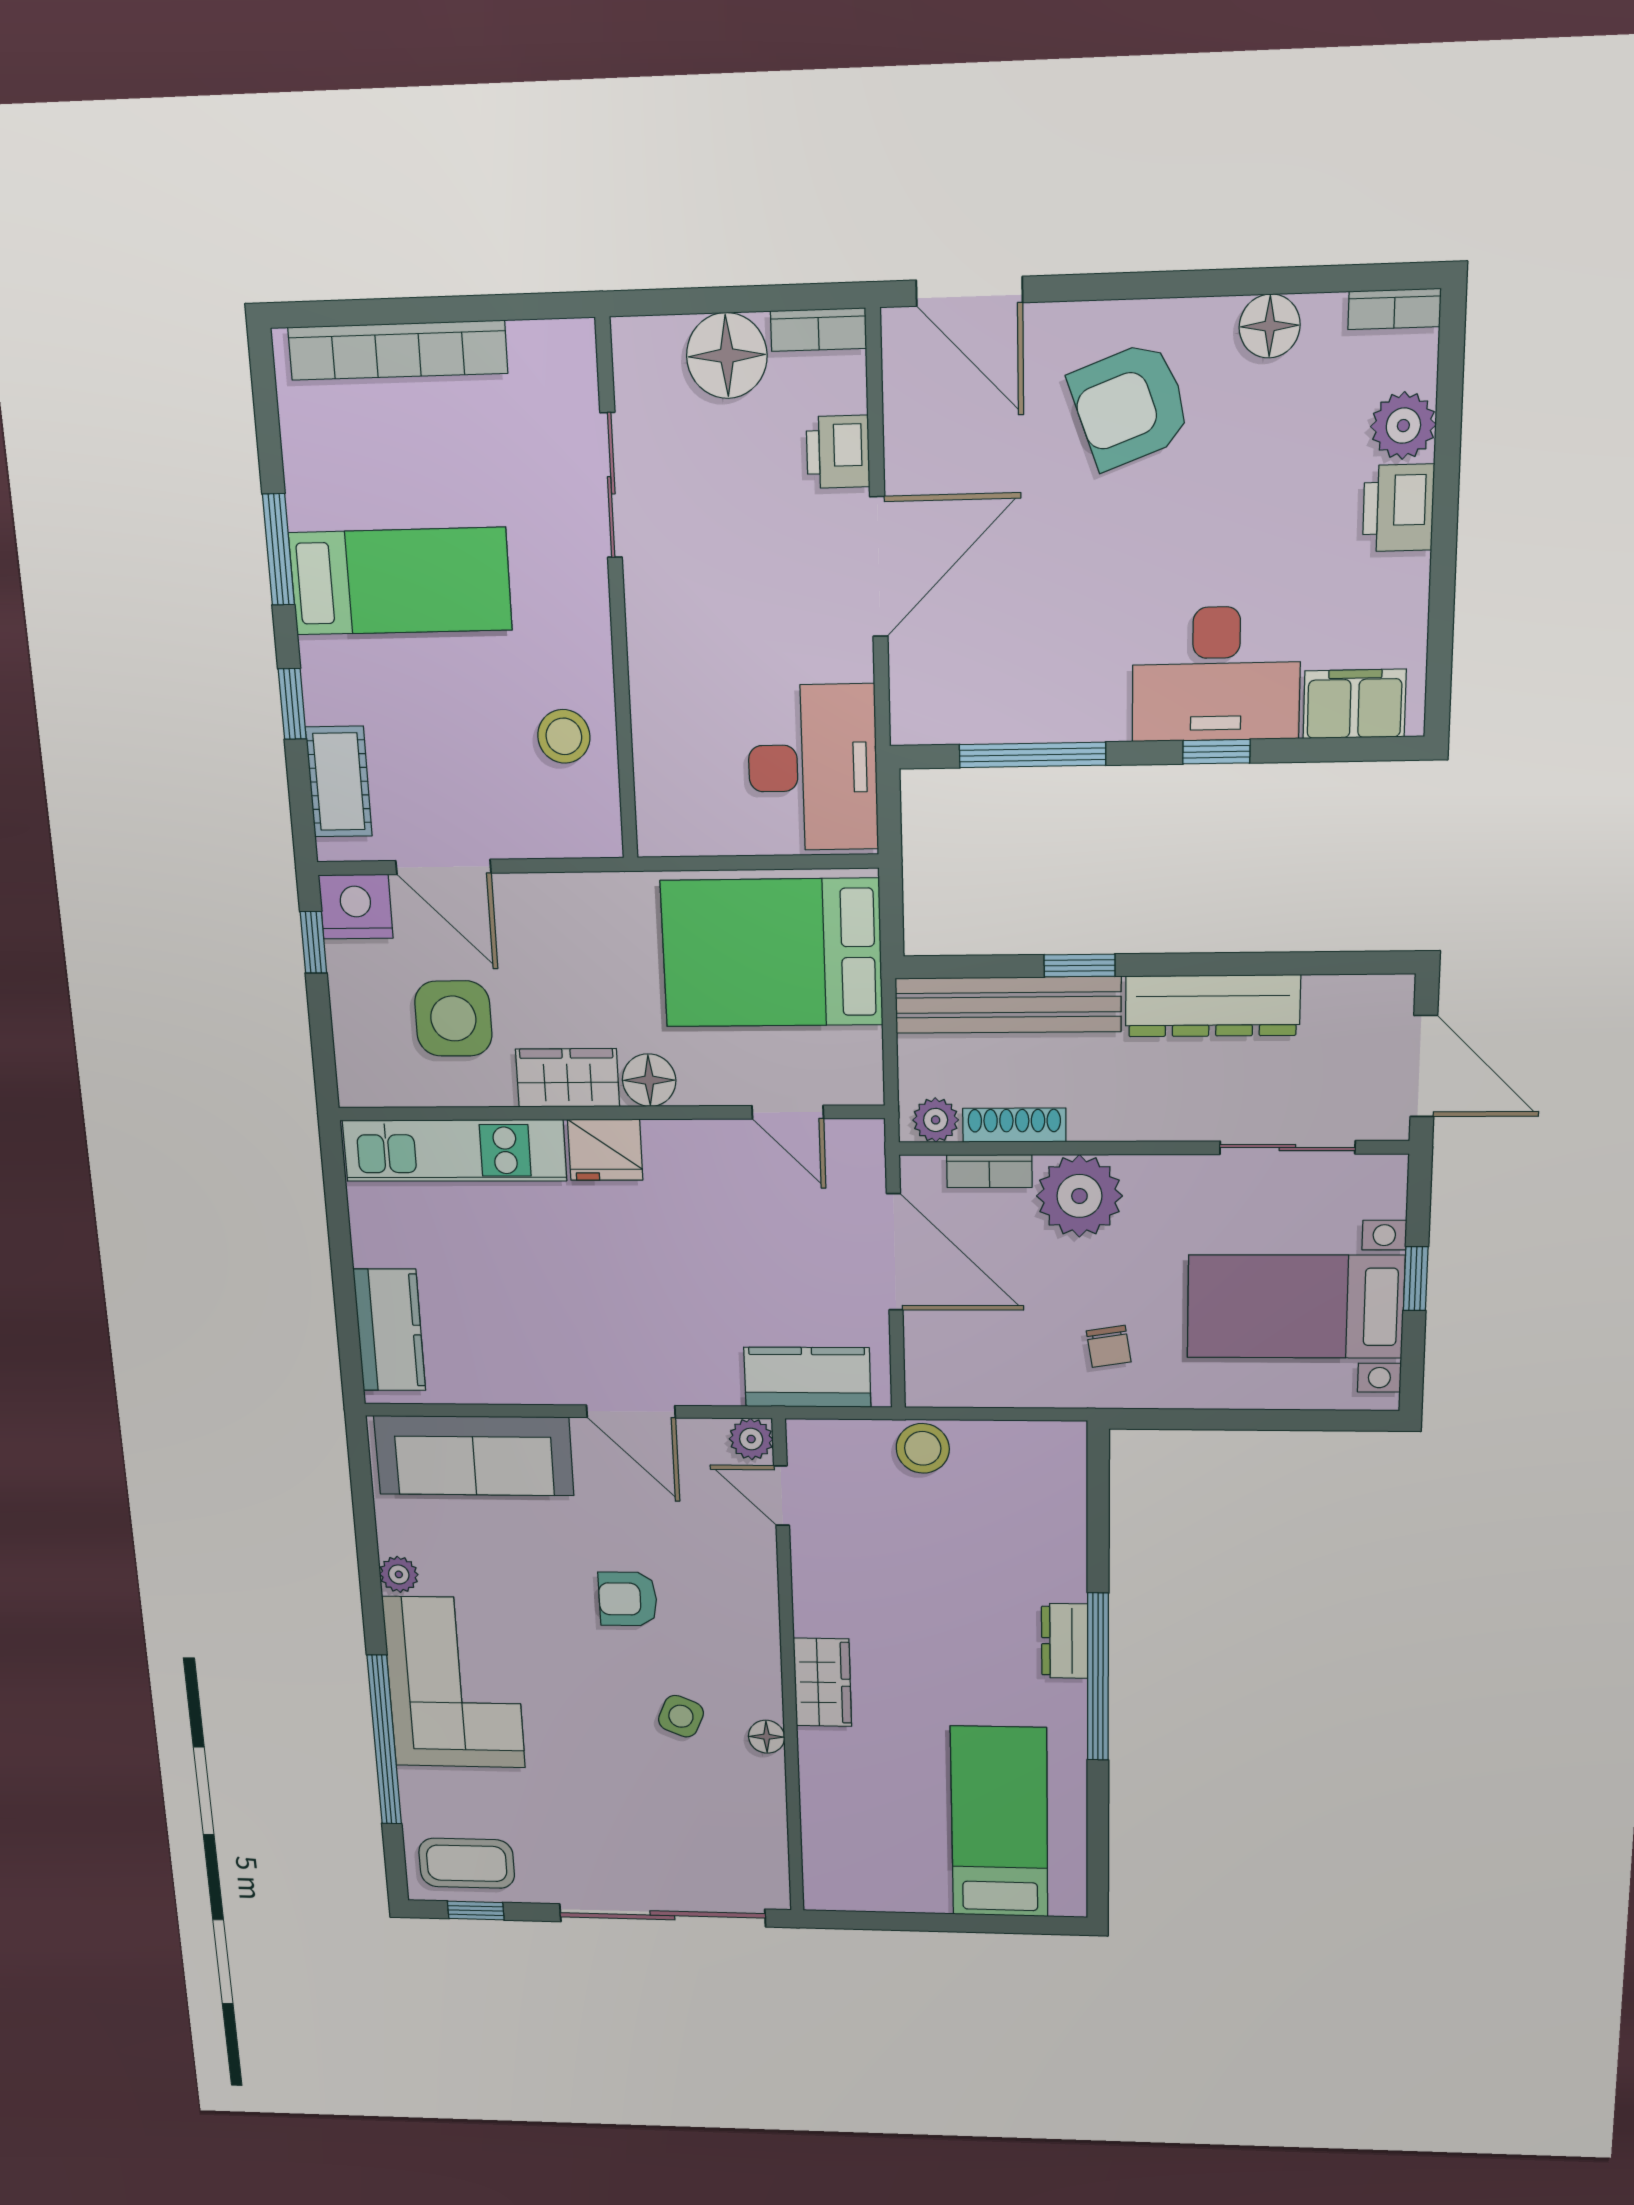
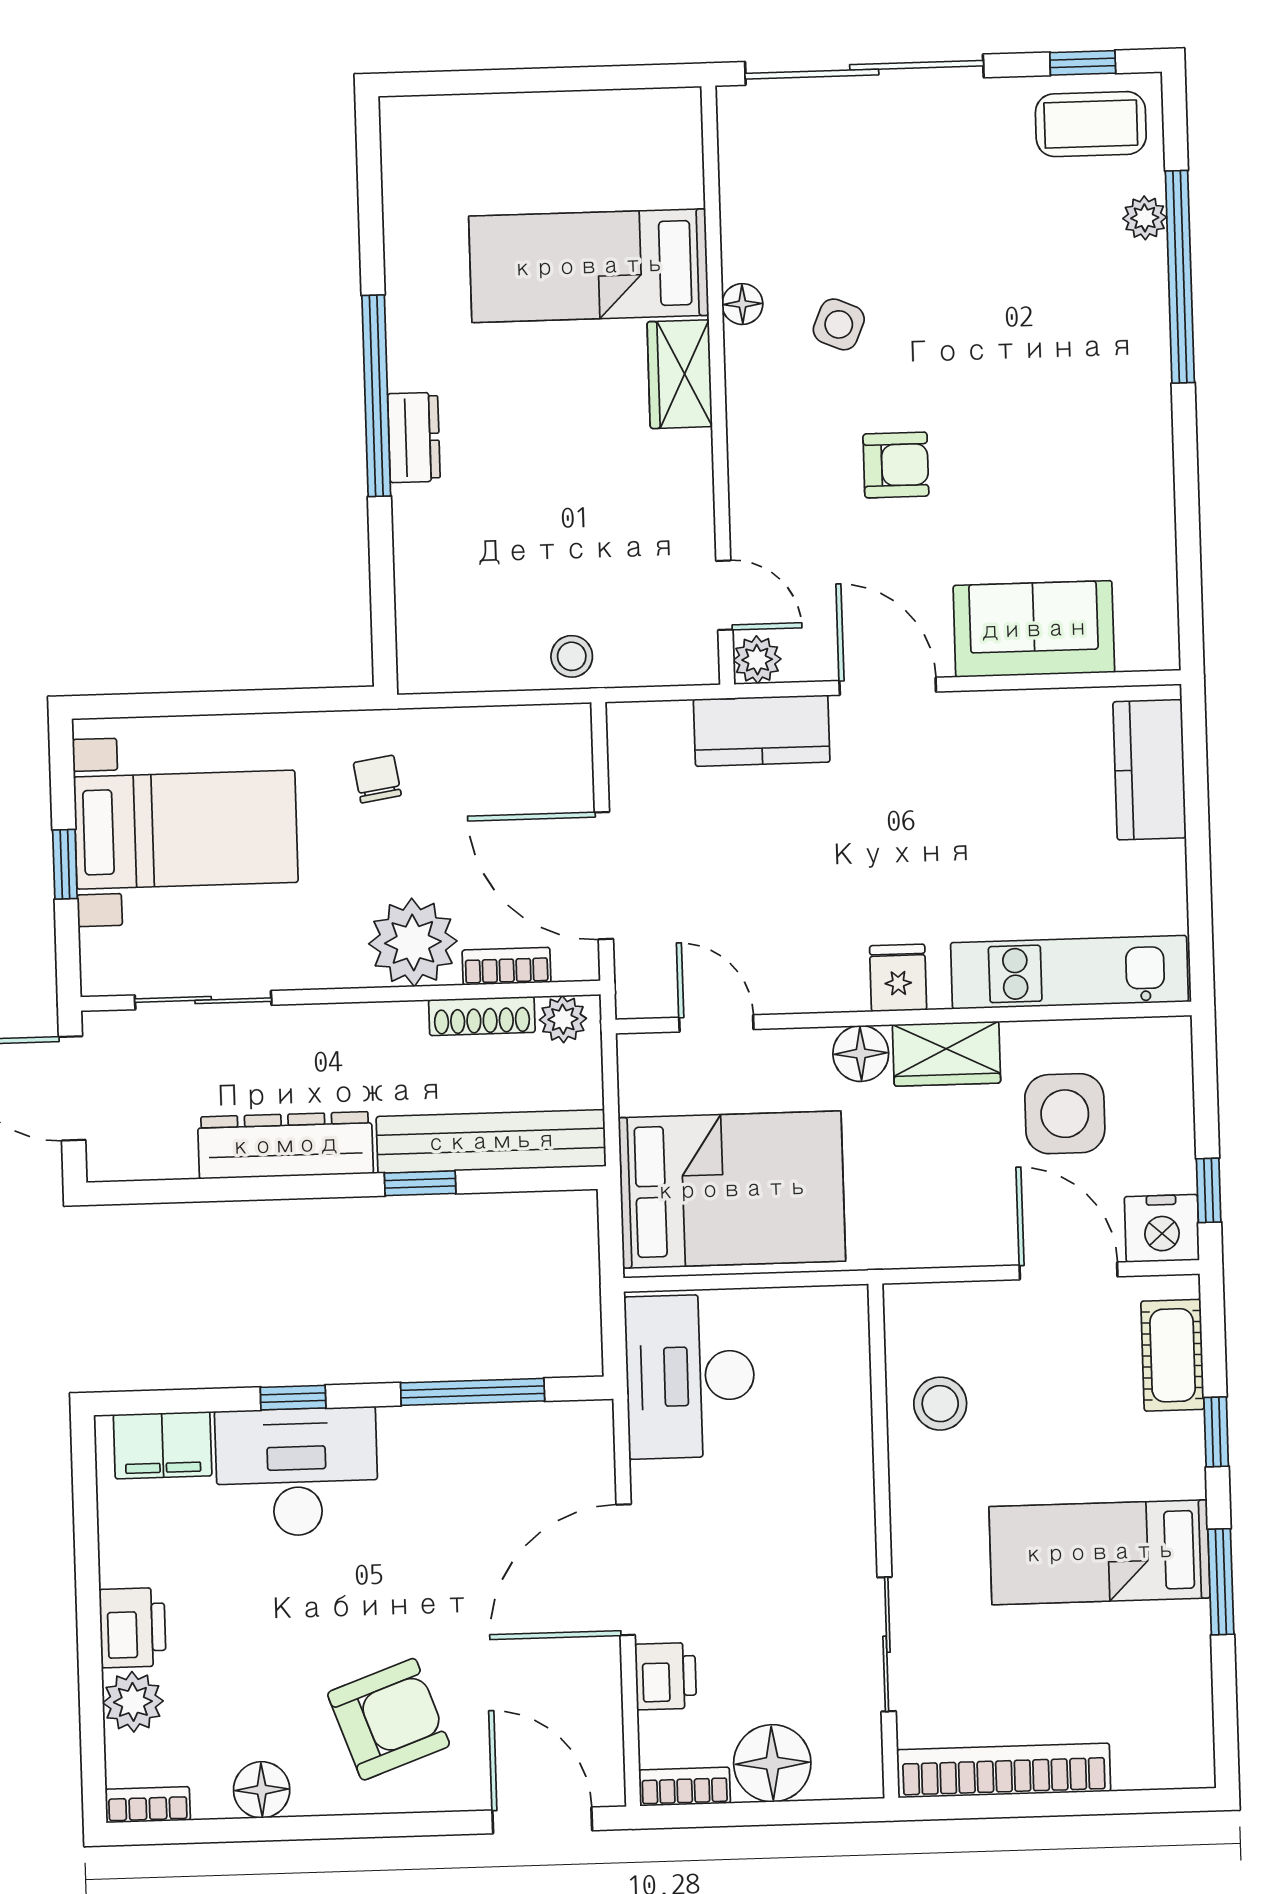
bookcase: (398, 350) -> (1004, 1770), moved
fridge: (605, 1150) -> (898, 978), width x0.72
kitchen counter: (807, 1377) -> (762, 731), moved
stool: (923, 1448) -> (572, 656), width x0.73, depth x0.73
sofa: (474, 1456) -> (1034, 629), width x0.73
plant: (399, 1574) -> (1145, 218), moved
corner sofa: (454, 1682) -> (1096, 353), removed
bed: (999, 1822) -> (589, 266), moved, turned 90

